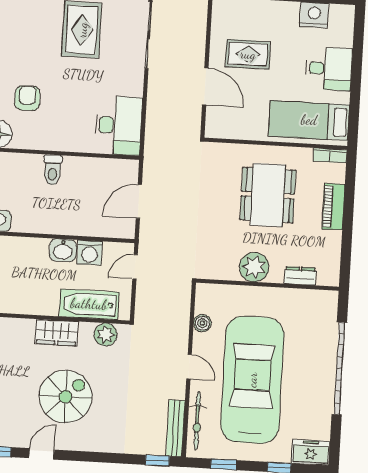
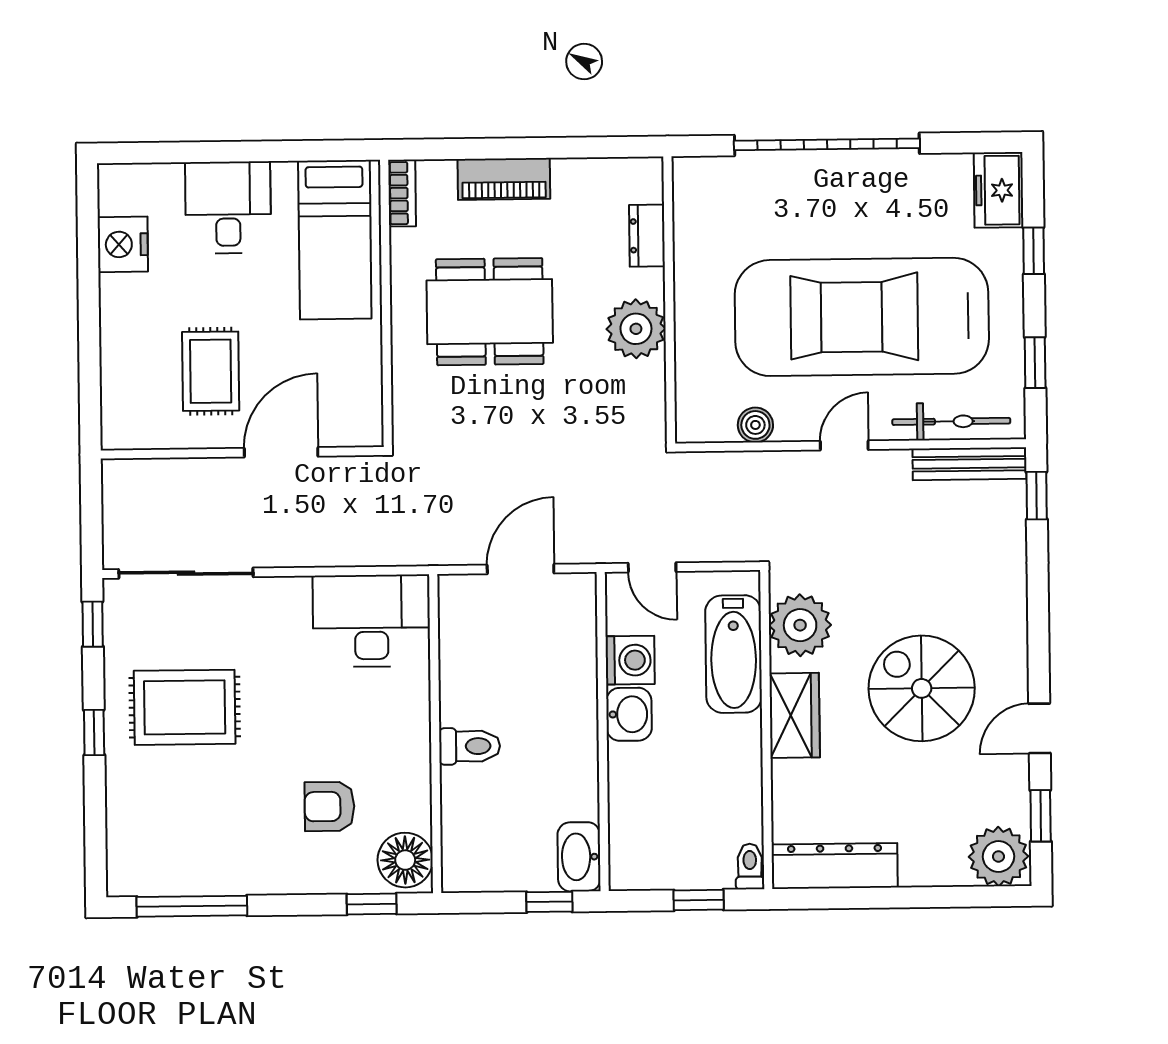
door: (139, 201) -> (521, 569), swing flipped
plant: (106, 335) -> (800, 625), width x1.36, depth x1.36
door: (42, 454) -> (1040, 728), hinge flipped

